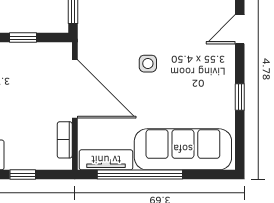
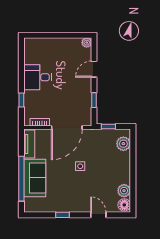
sofa: (183, 149) -> (35, 178), width x0.73
window: (140, 175) -> (21, 179), moved

